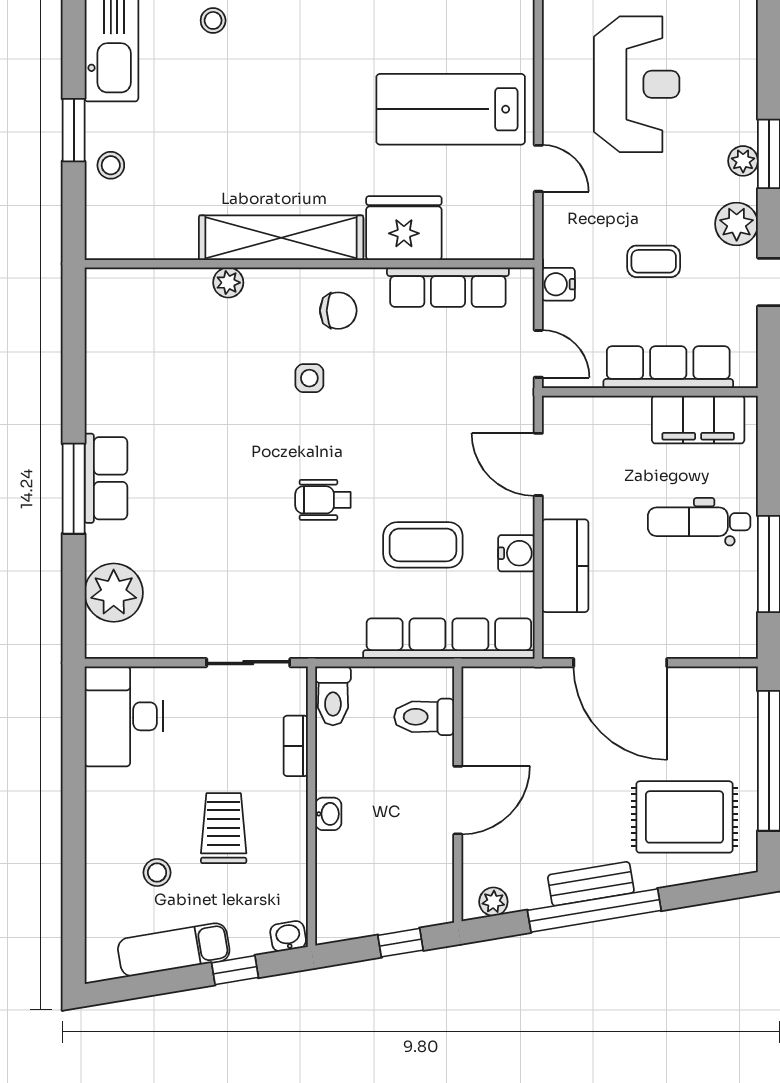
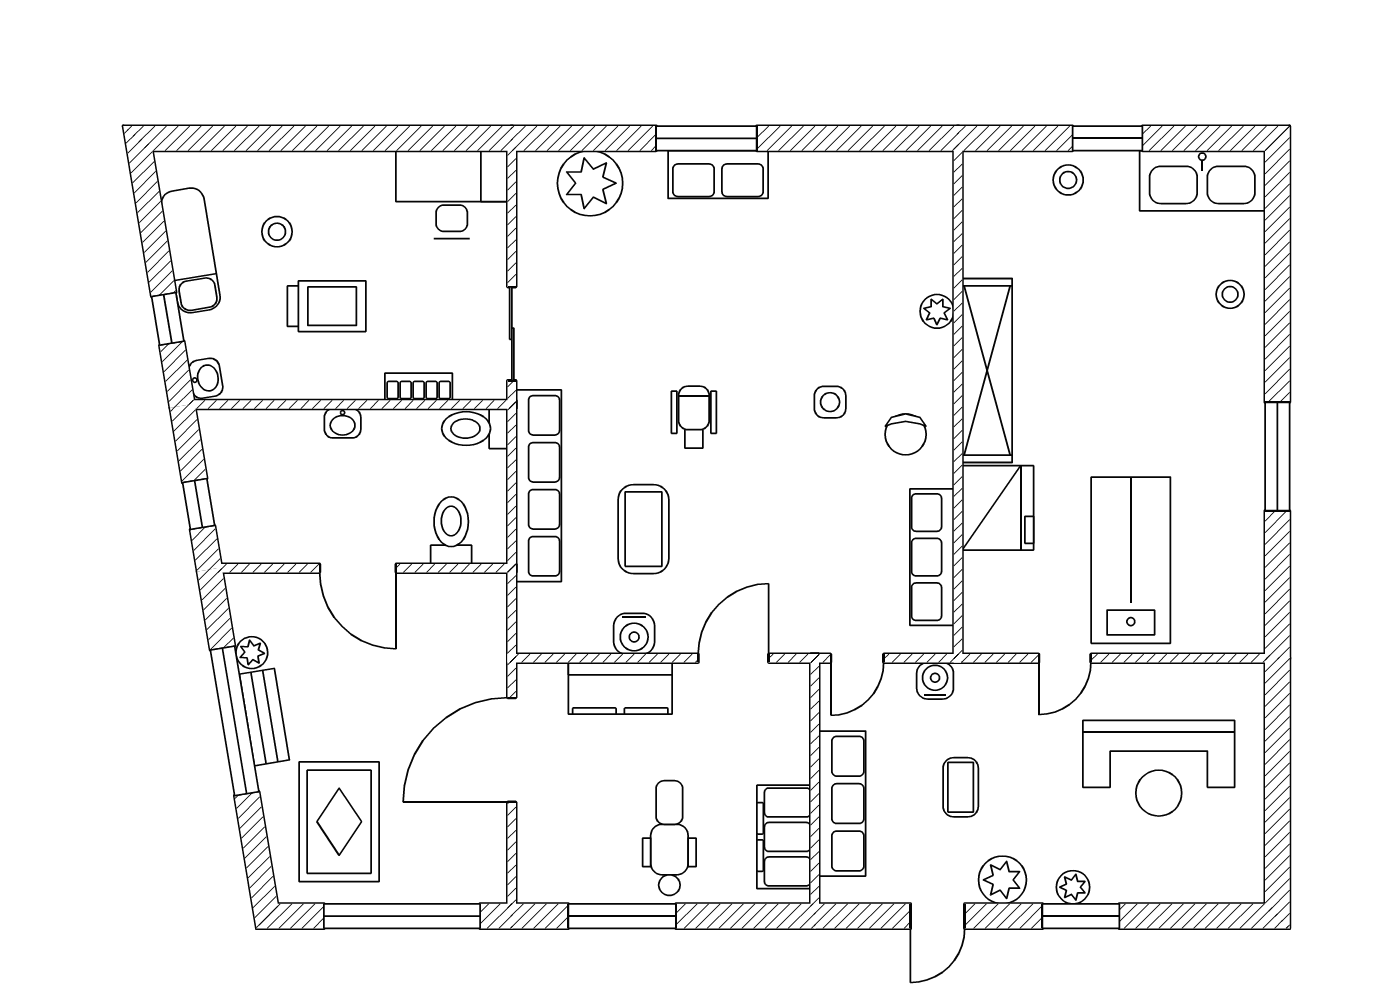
row of seats: (449, 639) -> (539, 486), moved
plant: (493, 902) -> (252, 653), moved

